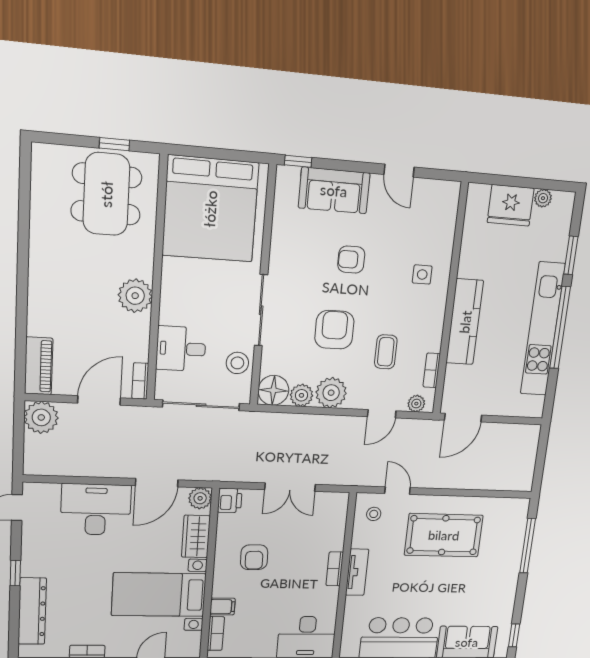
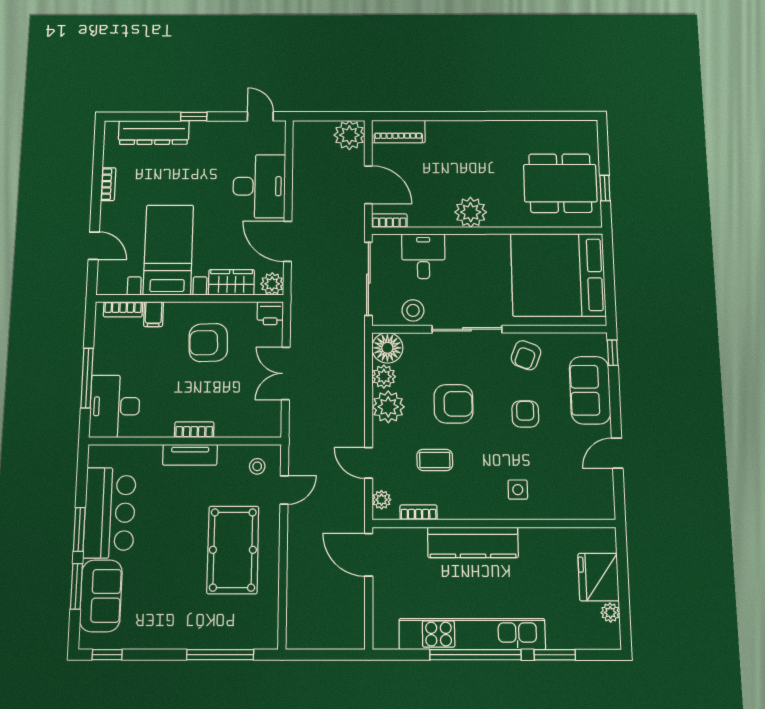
armchair: (293, 253) -> (526, 355), added
armchair: (254, 557) -> (208, 343), width x1.38, depth x1.38

